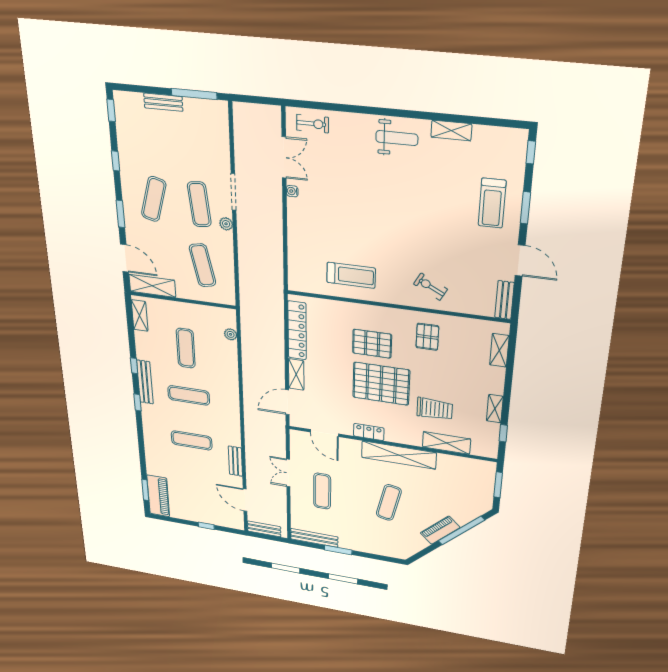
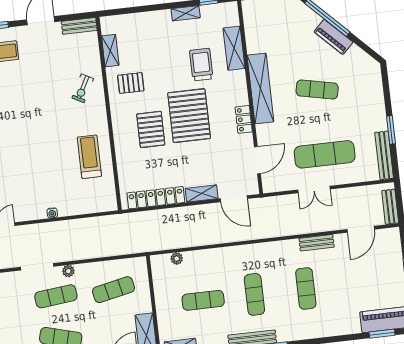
water cooler: (292, 191) -> (52, 213), moved
shelving: (499, 350) -> (110, 51), moved, turned 90
exercise mat: (322, 491) -> (325, 154), width x1.36, depth x1.45

